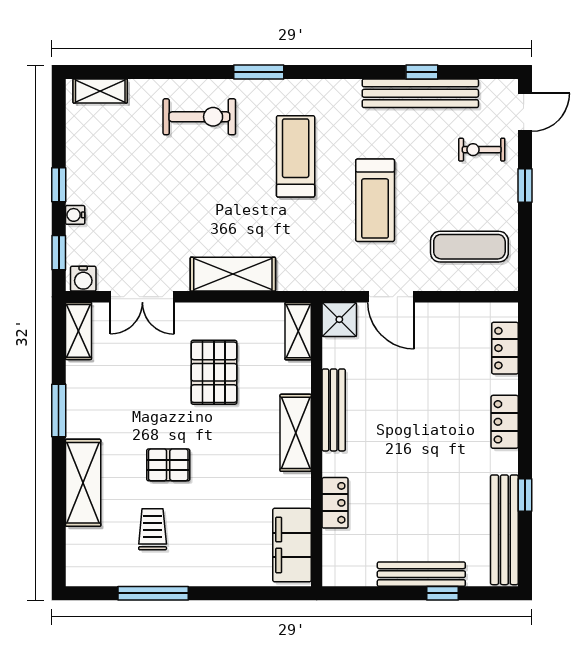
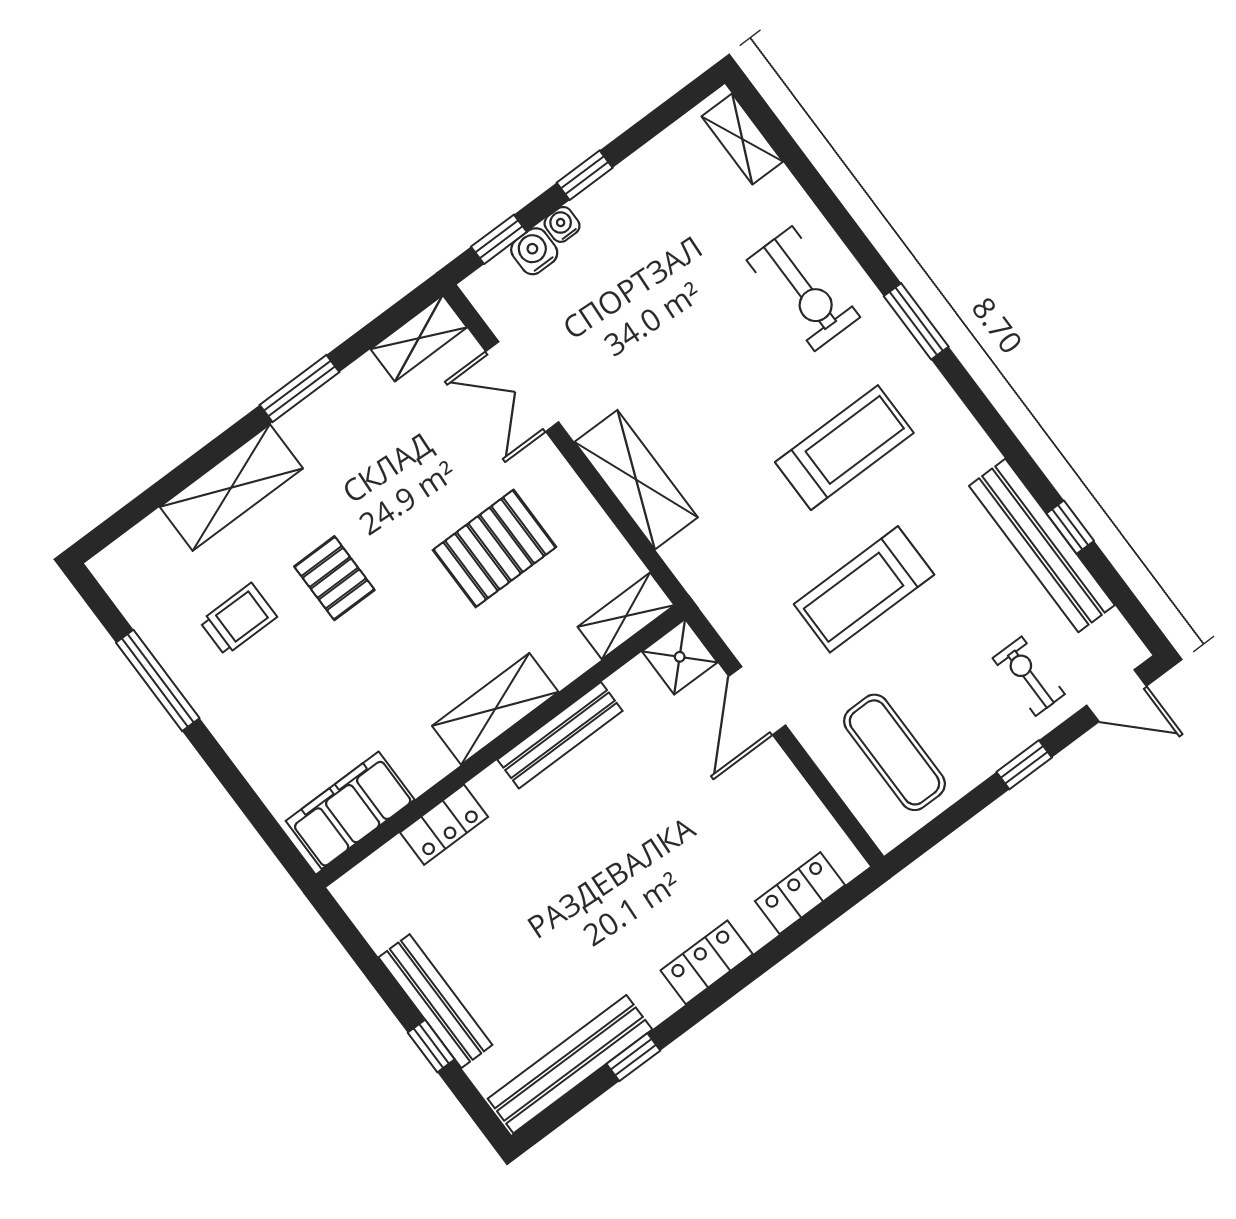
water cooler: (83, 279) -> (534, 251), moved, turned 90

